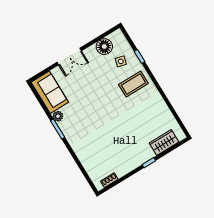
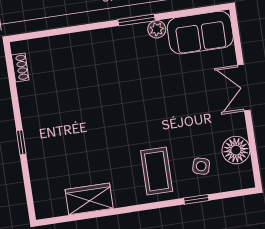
wardrobe: (164, 142) -> (89, 199), moved, turned -90

